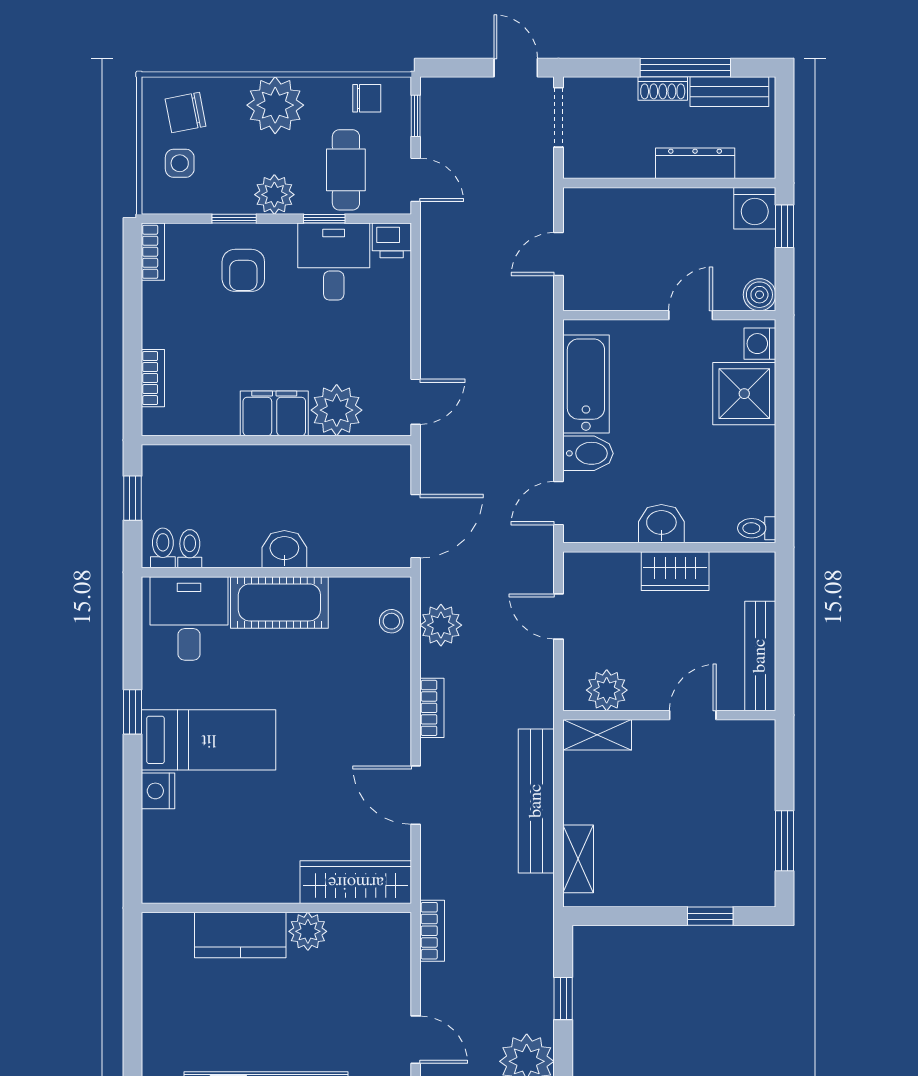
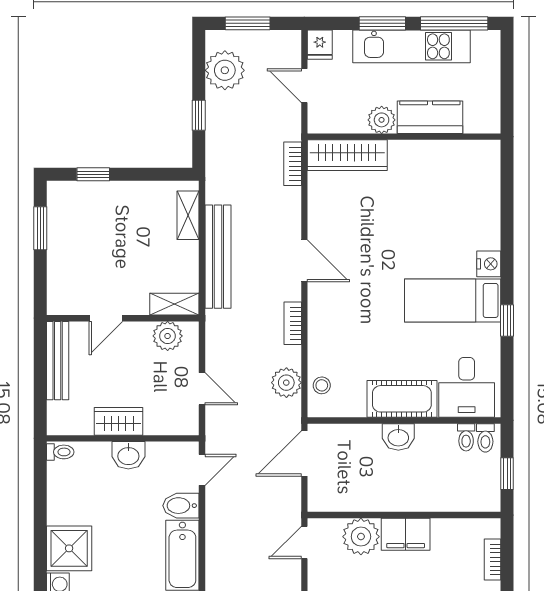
wardrobe: (356, 882) -> (347, 155), moved
wall: (276, 908) -> (404, 137), moved
plant: (308, 931) -> (382, 120), moved
kitchen counter: (240, 935) -> (430, 117), moved

